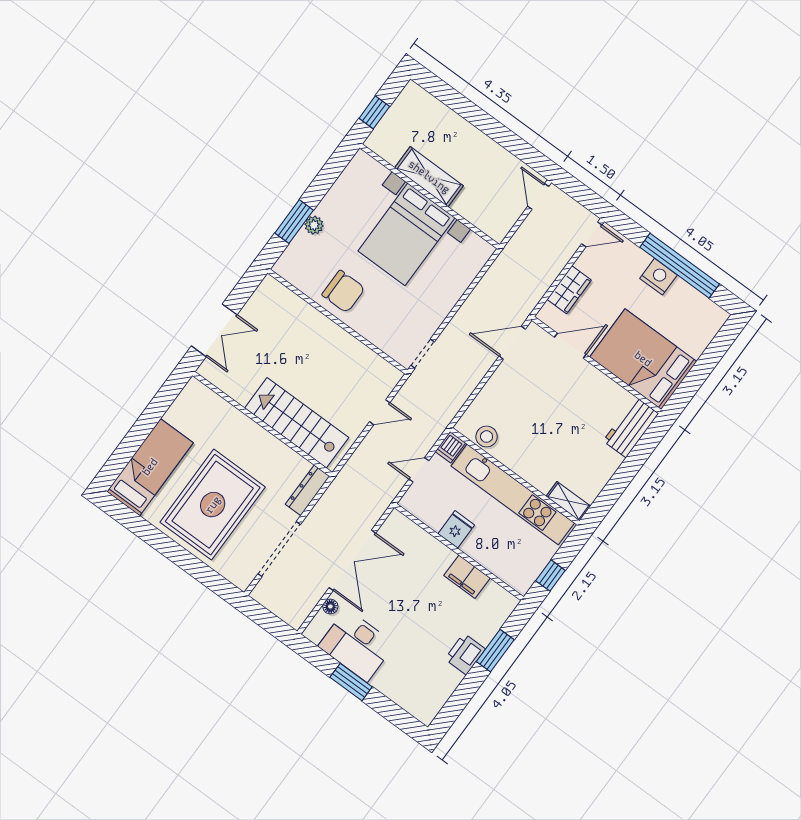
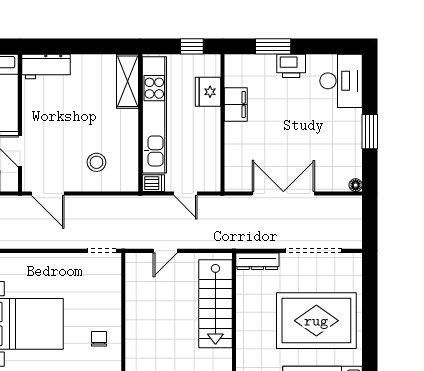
chair: (343, 291) -> (99, 339), width x0.54, depth x0.54
door: (380, 412) -> (165, 251), swing flipped
stool: (487, 437) -> (96, 162), moved
shelving: (568, 501) -> (128, 81), width x1.50, depth x1.33
fridge: (456, 529) -> (208, 92), moved, width x1.38
floor lamp: (330, 607) -> (356, 185), moved
desk: (357, 645) -> (341, 81), moved

